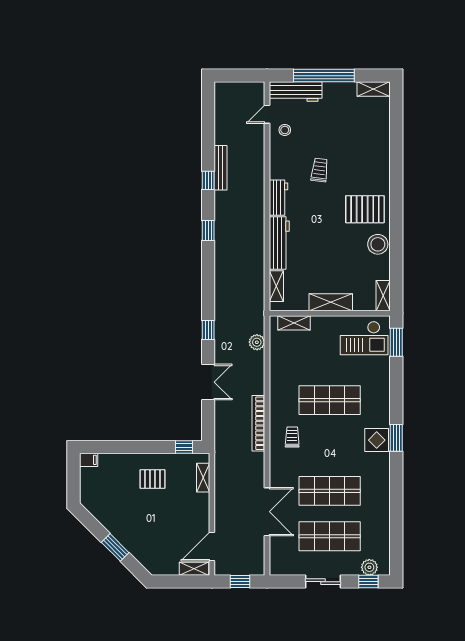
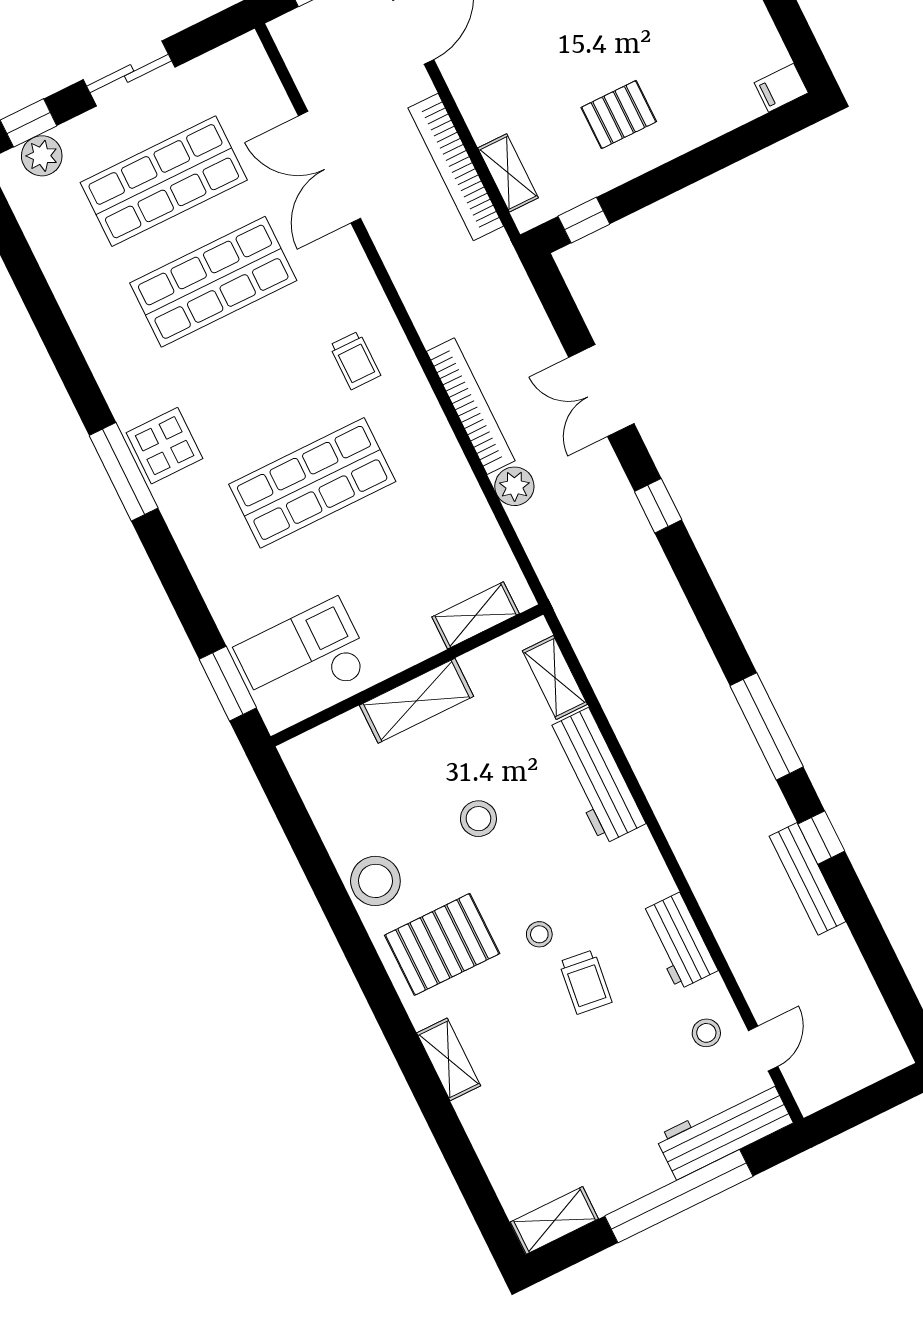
stool: (328, 196) -> (539, 934), added
workbench: (278, 198) -> (679, 941), moved
window: (208, 231) -> (767, 726), width x2.17
stool: (329, 248) -> (478, 819), added
shelving: (383, 296) -> (449, 1059), moved
plant: (257, 342) -> (514, 486), moved
bookcase: (258, 423) -> (471, 406), moved
window: (396, 438) -> (124, 472), width x1.44
bookcase: (221, 489) -> (456, 167), added

